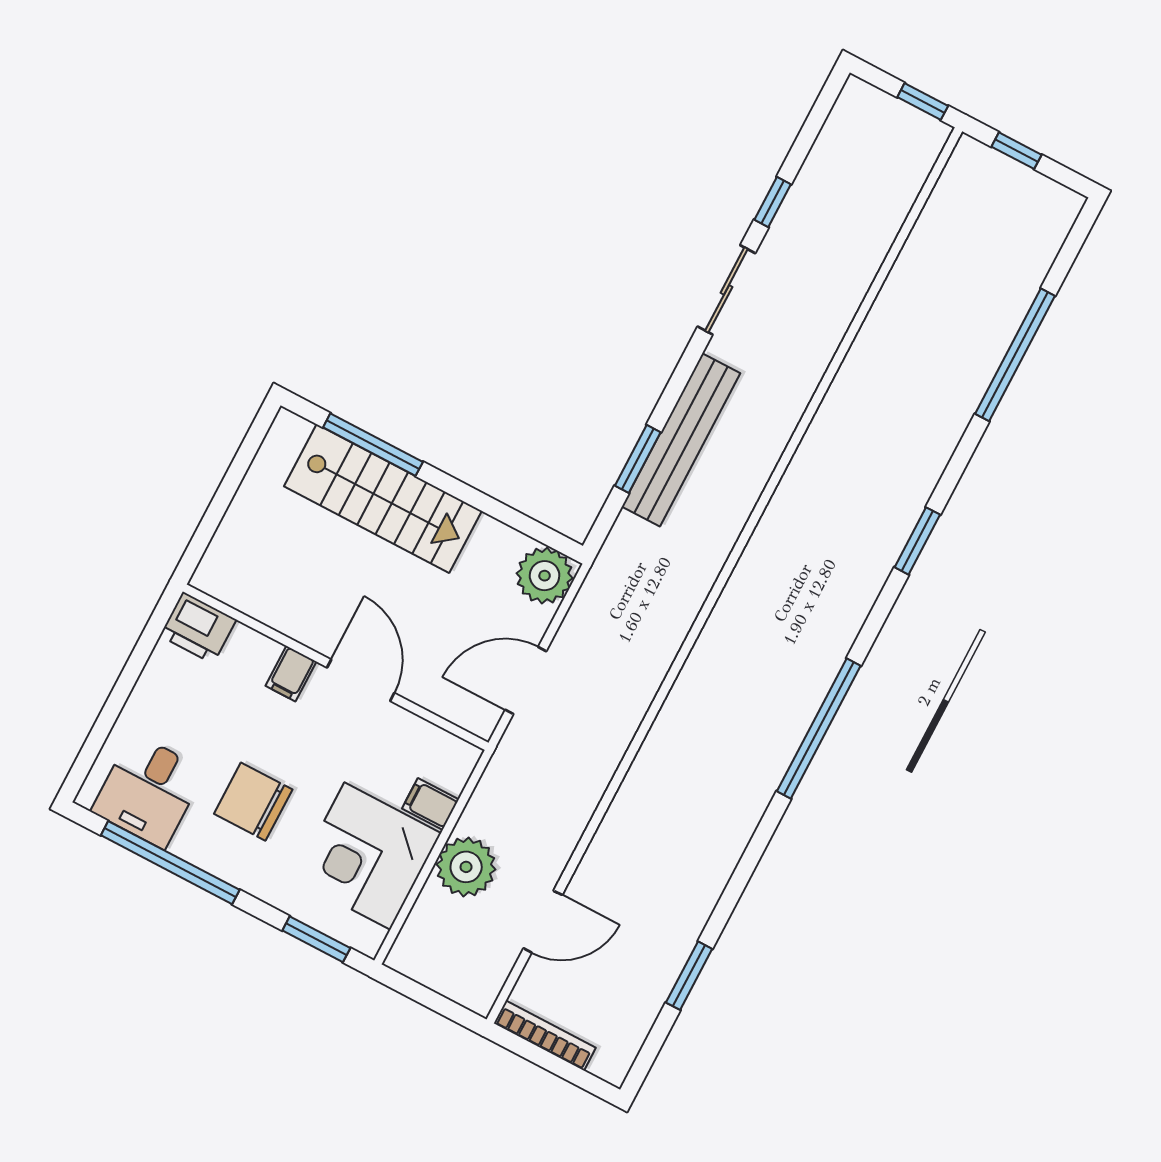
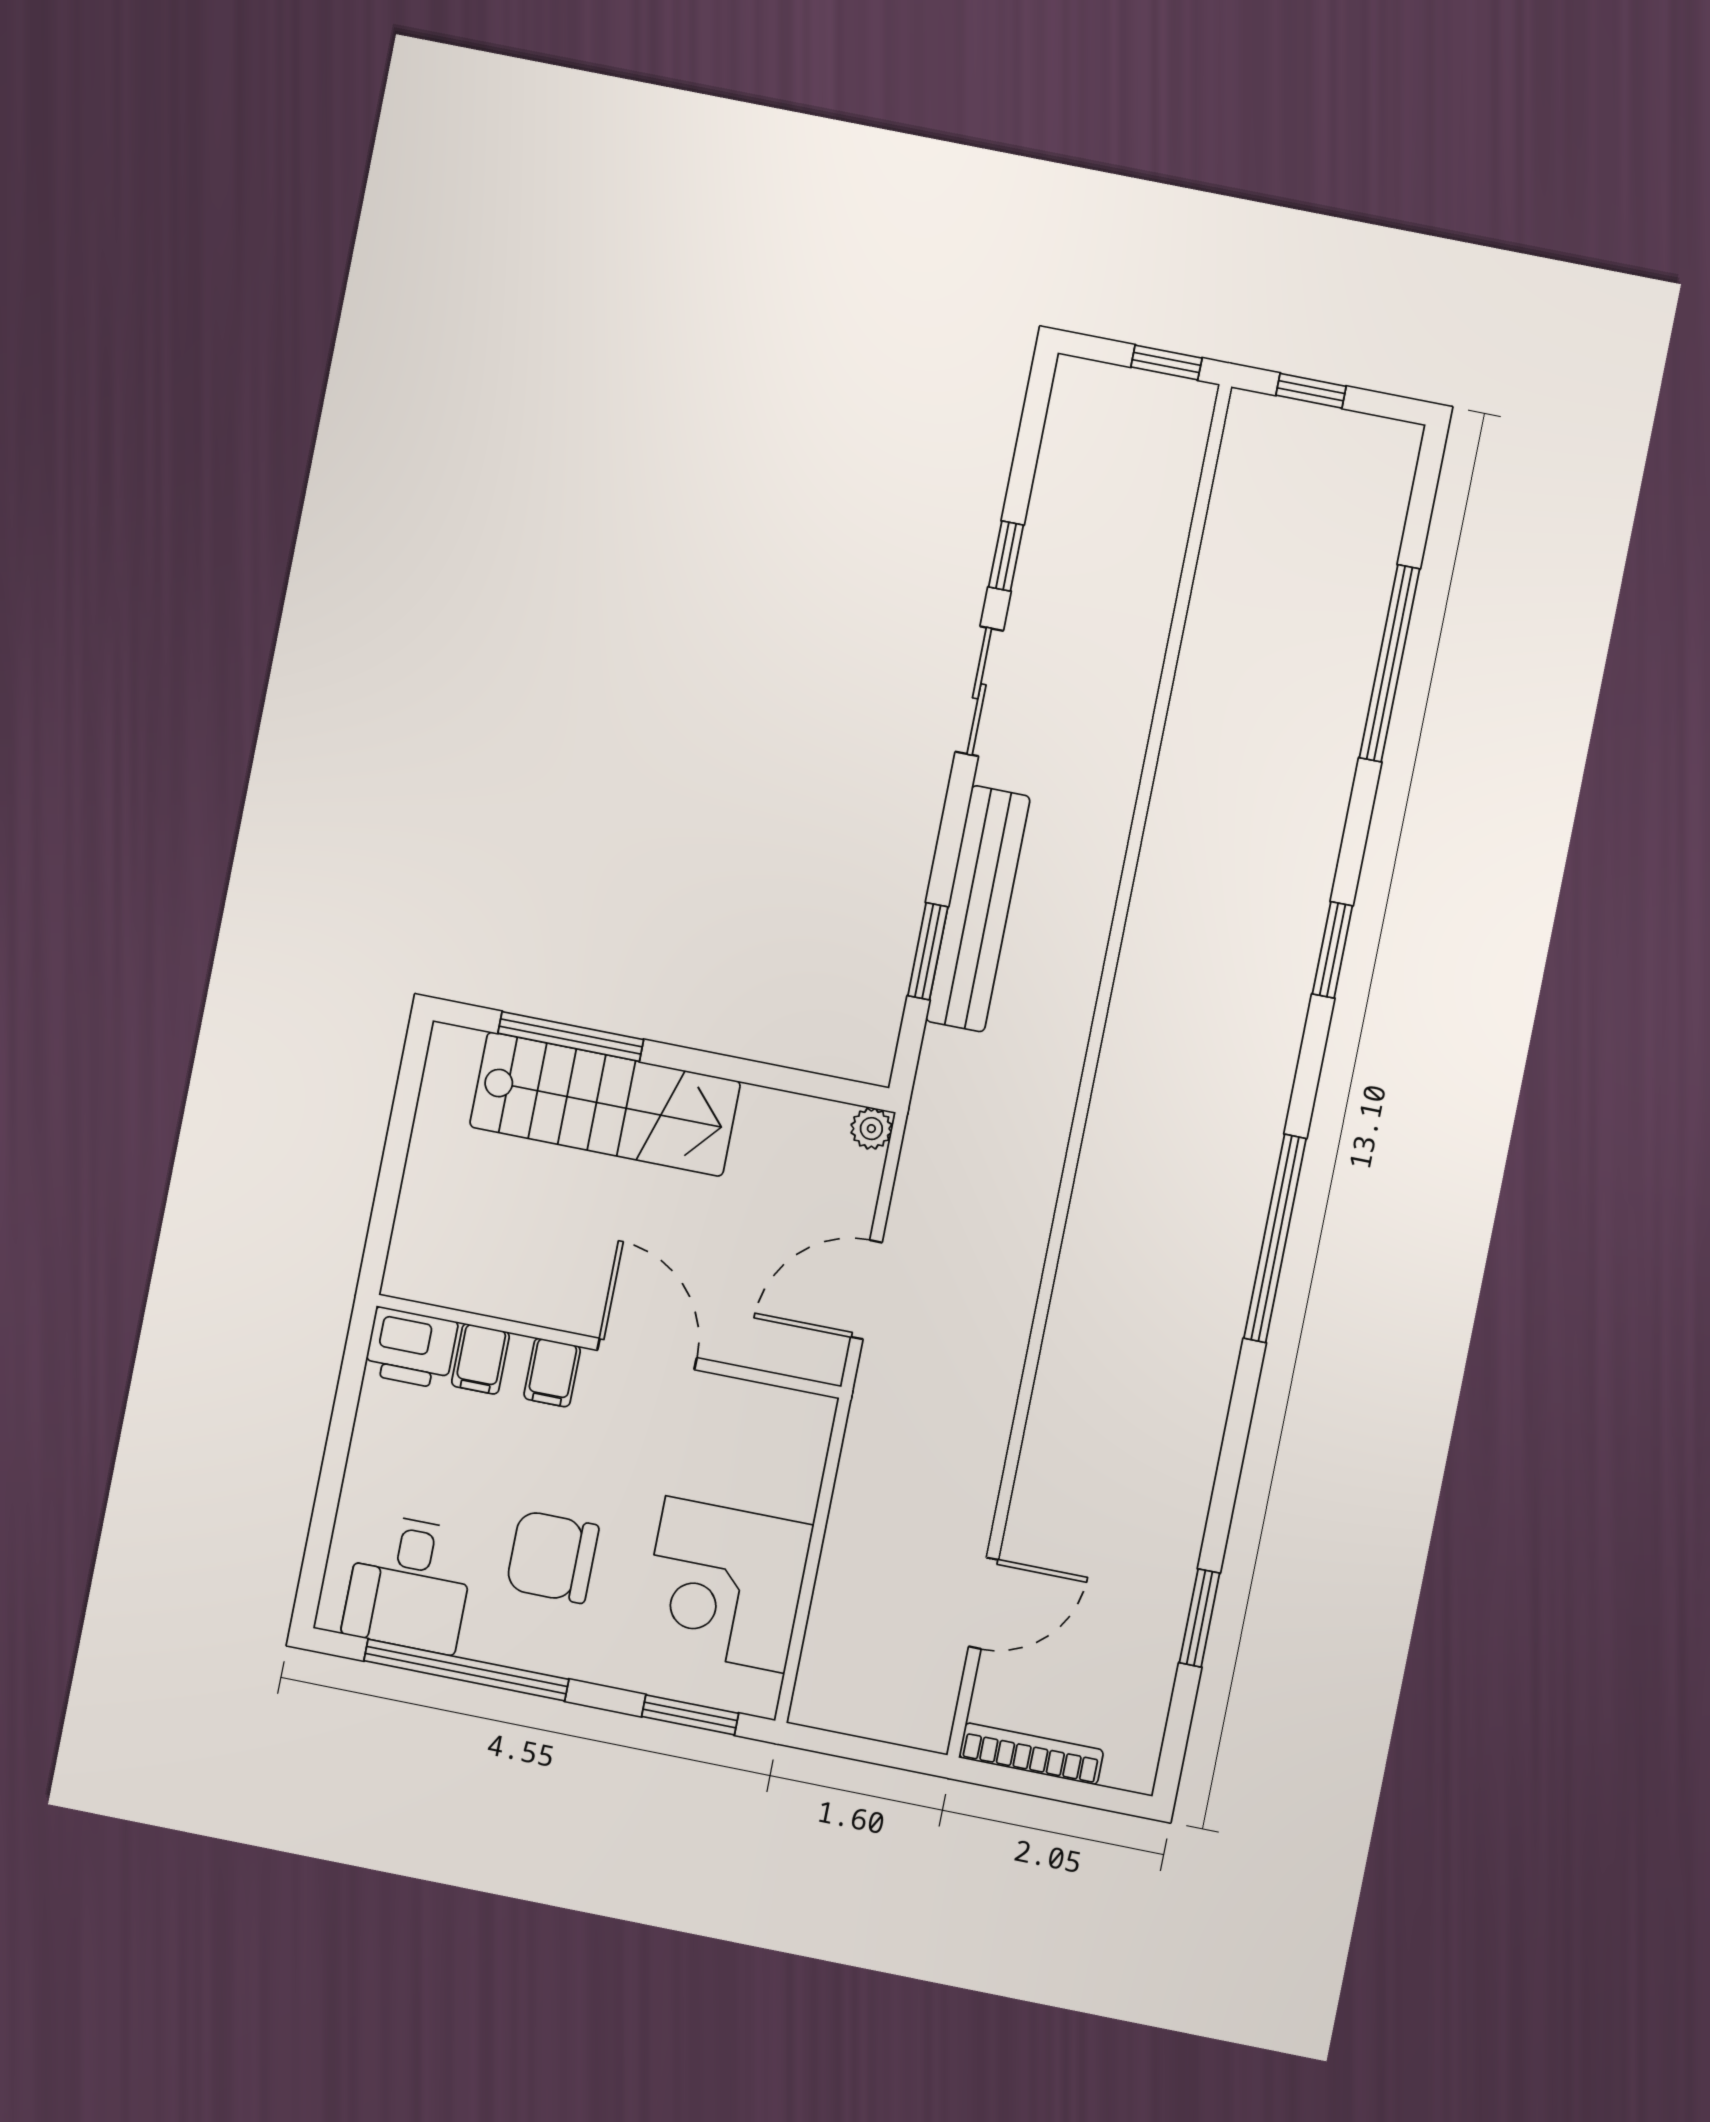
plant: (545, 576) -> (871, 1129), width x0.53, depth x0.53
filing cabinet: (430, 804) -> (480, 1359), moved, turned -90
plant: (466, 867) -> (860, 1561), removed

